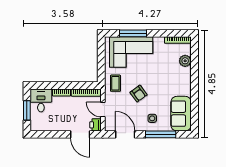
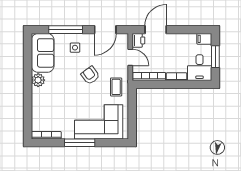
window: (133, 33) -> (80, 143), moved
plant: (185, 61) -> (38, 80), moved
filing cabinet: (37, 126) -> (204, 39), added
door: (80, 134) -> (156, 30), hinge flipped
door: (125, 134) -> (105, 30), hinge flipped

